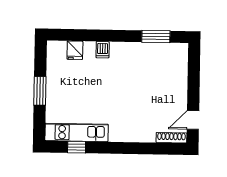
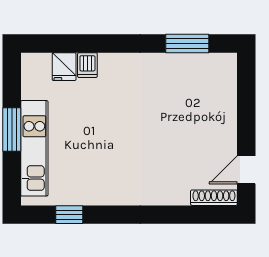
dishwasher: (103, 50) -> (87, 65), moved
kitchen unit: (77, 132) -> (34, 148), moved, turned 90

